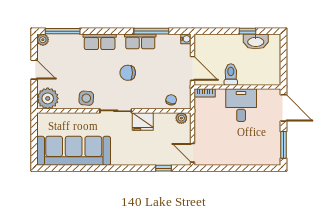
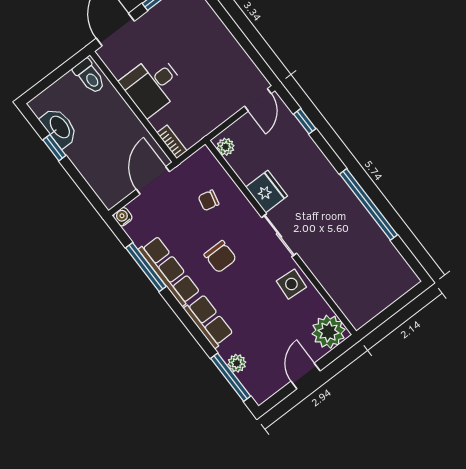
plant: (43, 40) -> (237, 363), moved
row of seats: (140, 41) -> (169, 271), width x1.48
toilet: (231, 74) -> (89, 76), moved, turned -90
chair: (171, 100) -> (209, 200), moved
sofa: (74, 151) -> (369, 249), removed
window: (97, 168) -> (368, 204), added

